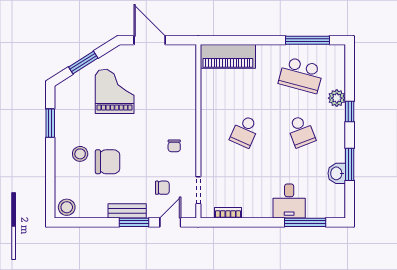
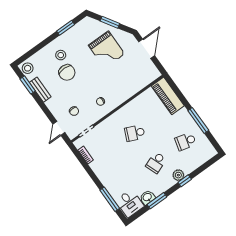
window: (308, 40) -> (198, 121), moved
school desk: (301, 75) -> (186, 141), width x0.54
grand piano: (115, 91) -> (107, 50), turned 90
plant: (337, 98) -> (178, 175), moved
desk: (289, 201) -> (130, 203), moved, turned -90
bench: (127, 211) -> (40, 90), moved
window: (134, 222) -> (28, 85), moved
door: (170, 222) -> (59, 128), swing flipped

